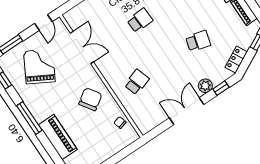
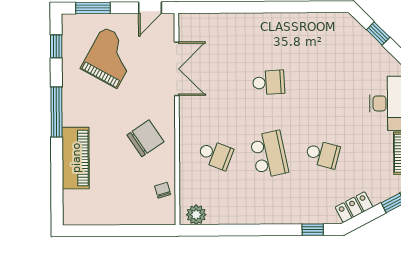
school desk: (167, 62) -> (269, 154), added
school desk: (137, 82) -> (215, 155), turned 39
plant: (205, 86) -> (196, 215), moved
double door: (187, 111) -> (253, 230), removed

